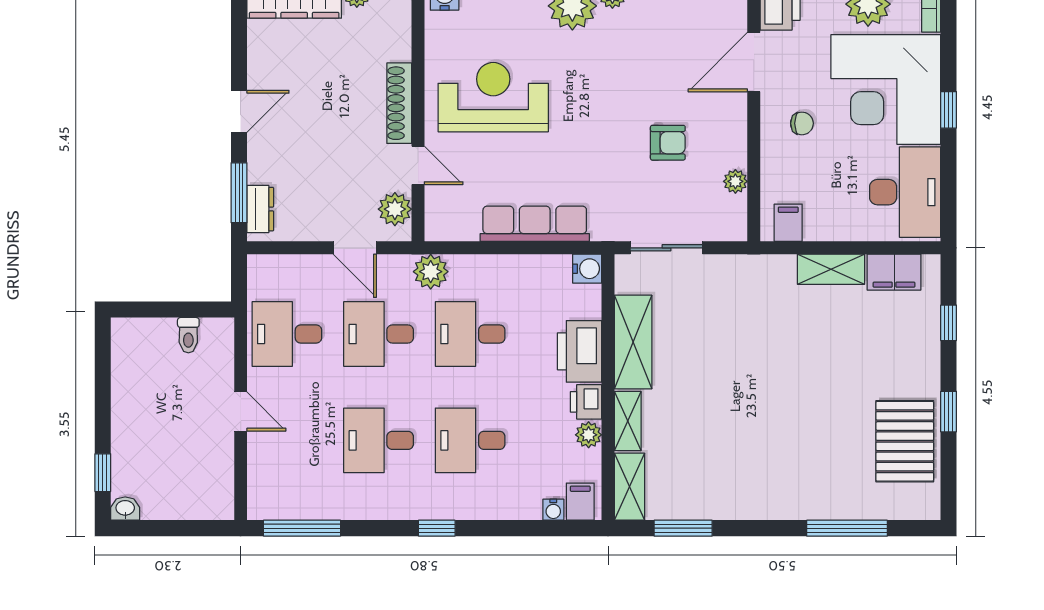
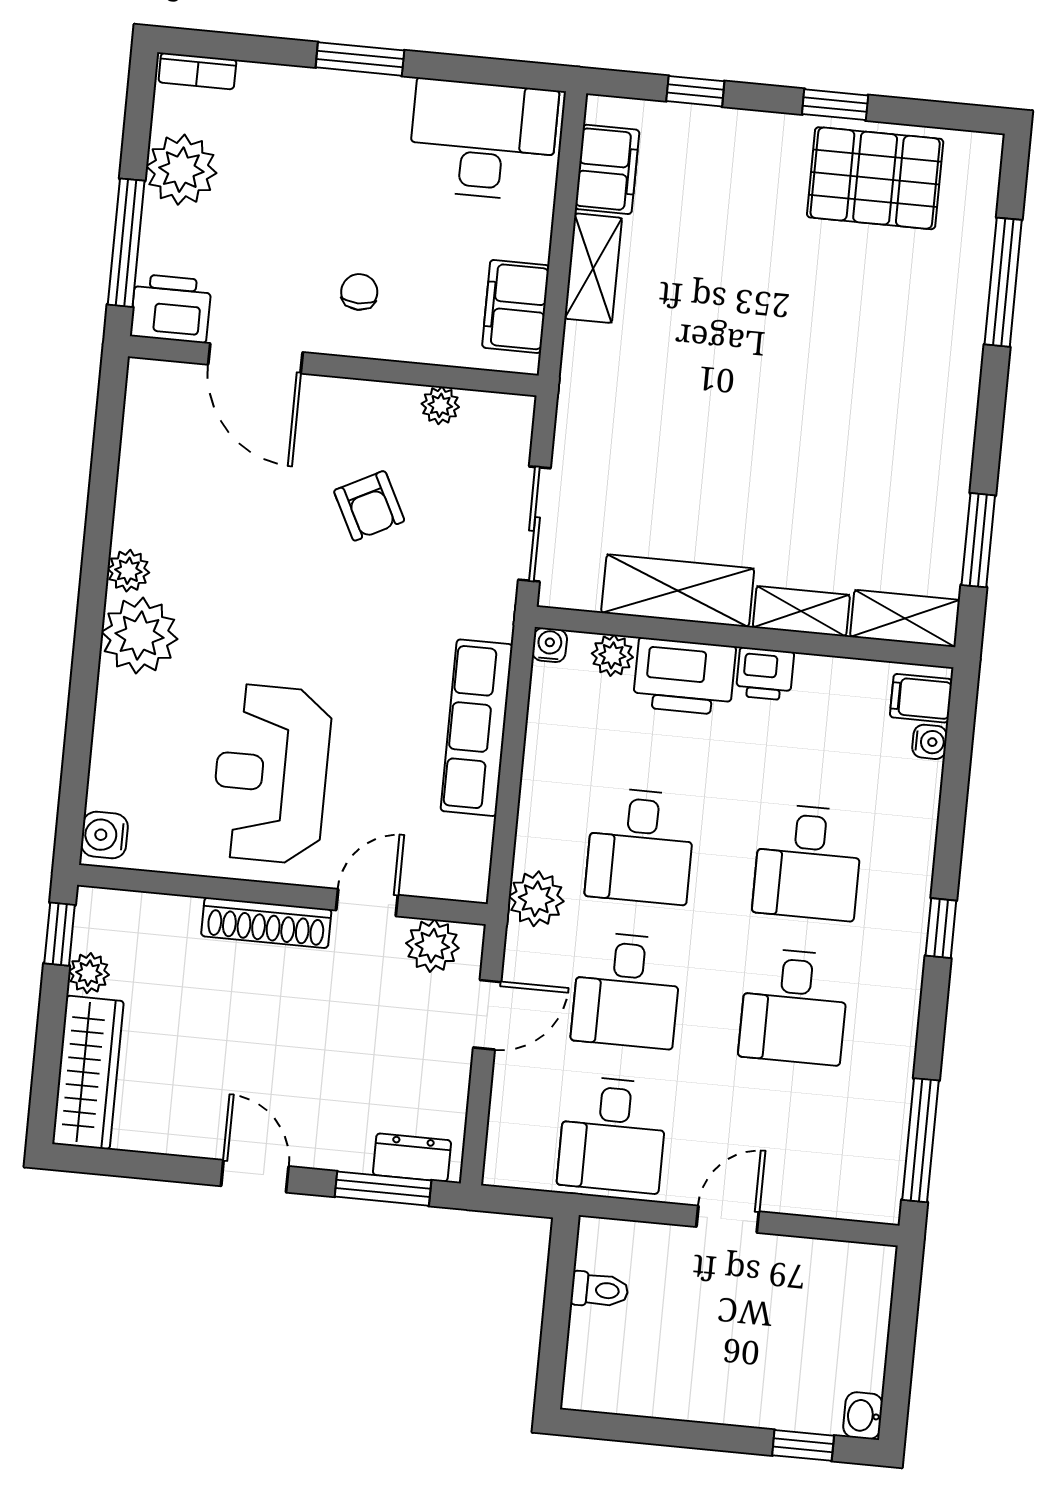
corner desk: (886, 89) -> (318, 155), removed
window: (949, 110) -> (360, 59), width x1.50
armchair: (668, 143) -> (369, 506), turned 153
filing cabinet: (788, 223) -> (516, 306), width x2.00
water cooler: (587, 269) -> (550, 645), width x0.72, depth x0.72
plant: (589, 435) -> (612, 655), moved

